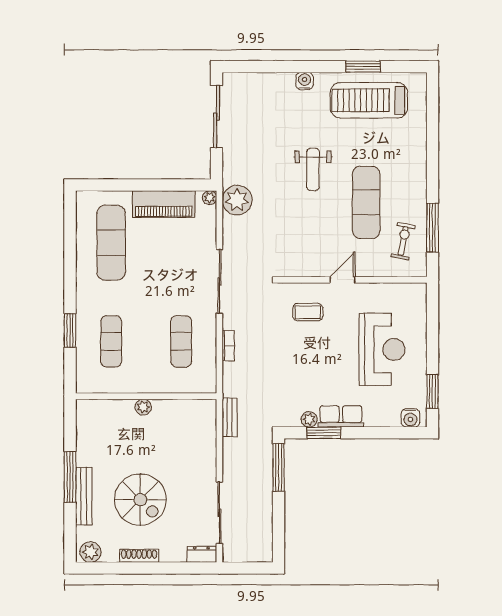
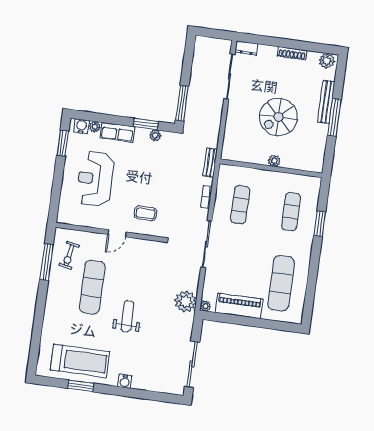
row of seats: (341, 416) -> (117, 132), moved
bench: (230, 417) -> (210, 163), moved
plant: (392, 420) -> (95, 127), added
spiral stairs: (140, 500) -> (279, 117), moved, turned -90

